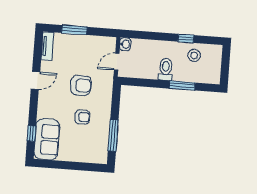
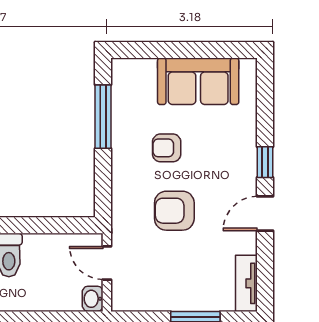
door: (117, 62) -> (107, 263), swing flipped
window: (31, 133) -> (265, 162), moved
sofa: (47, 139) -> (198, 81), moved, turned -90

